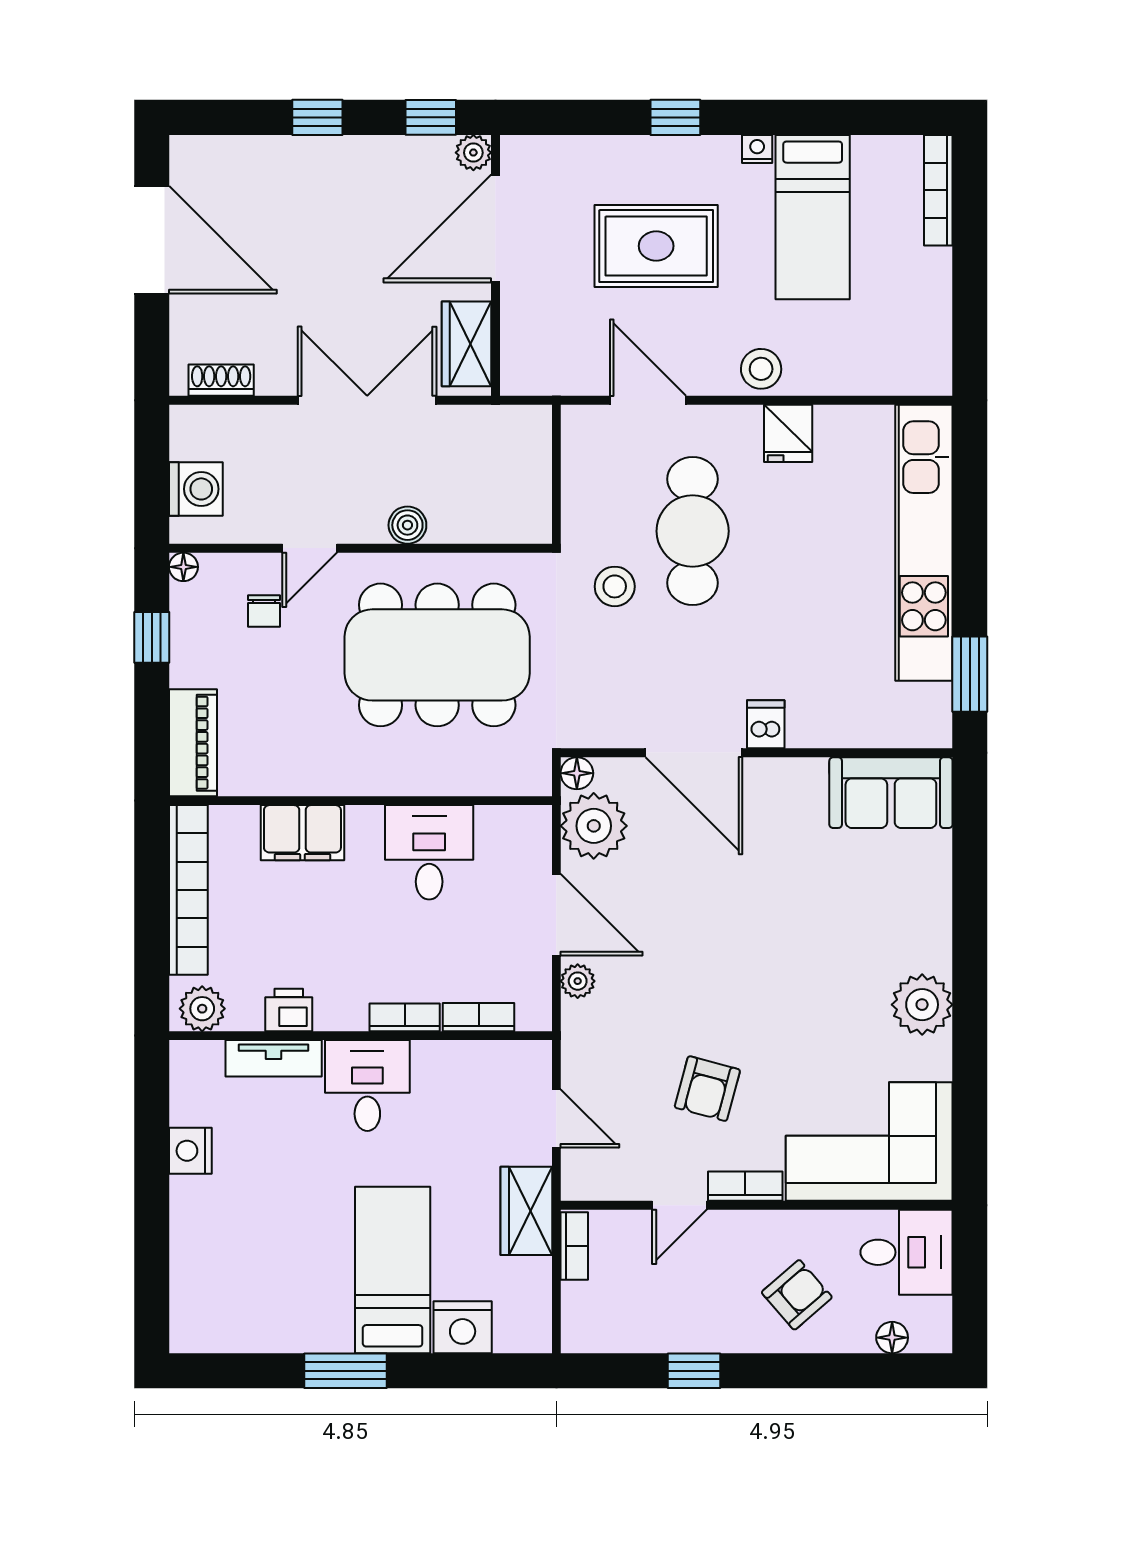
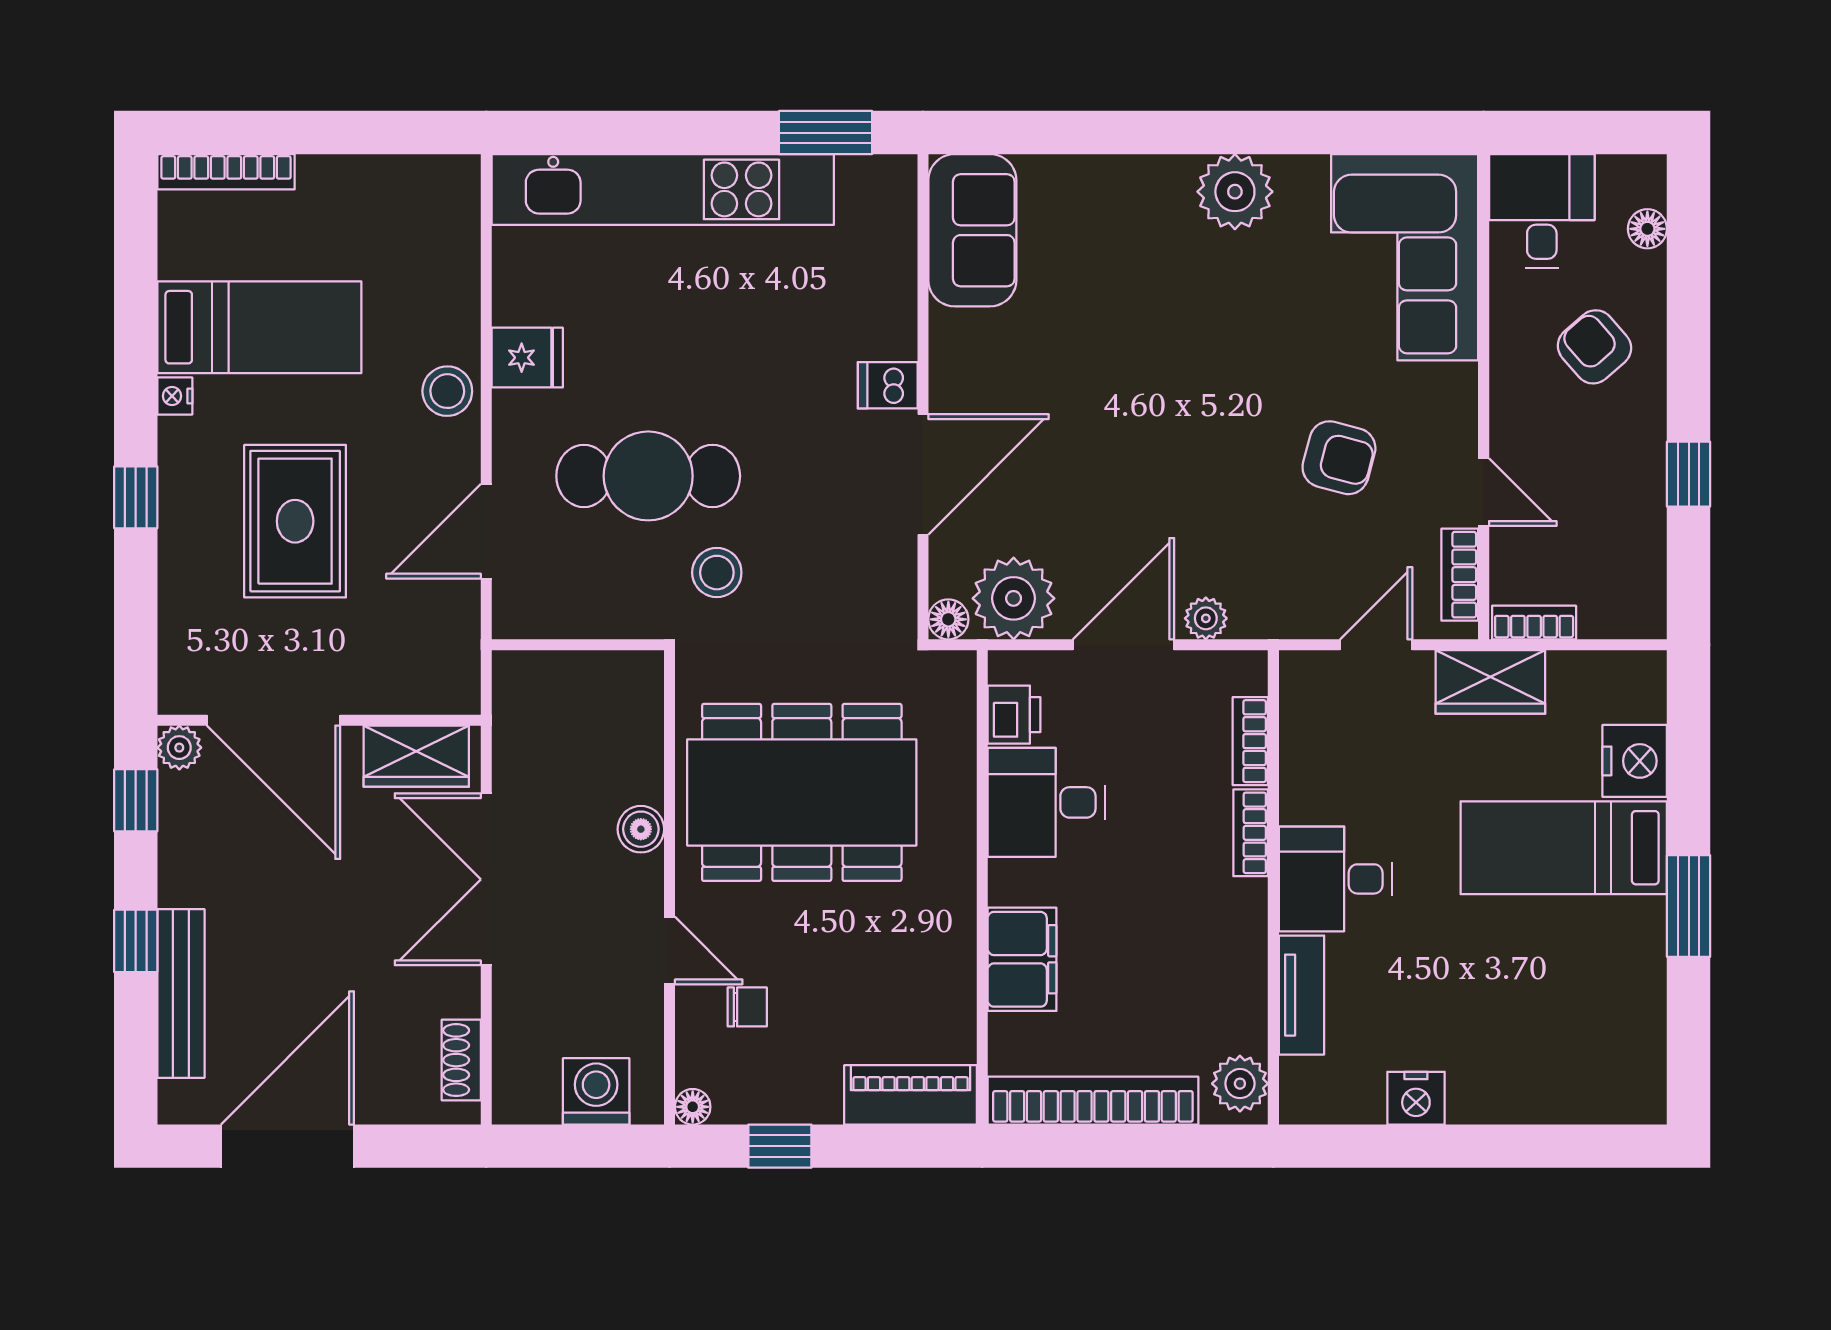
bench: (275, 154) -> (181, 994), added
dining table: (437, 655) -> (802, 792), turned 90
printer: (289, 1010) -> (1014, 715), moved, turned 180
bookcase: (745, 1186) -> (1460, 575), moved

